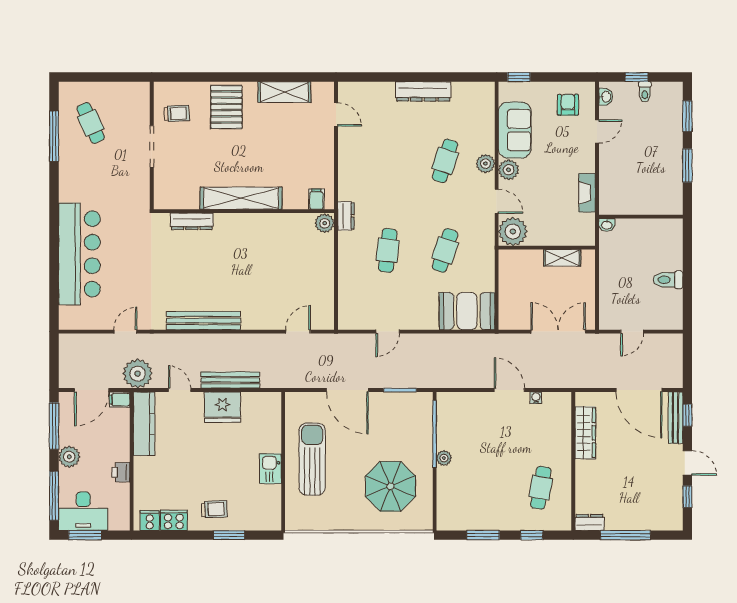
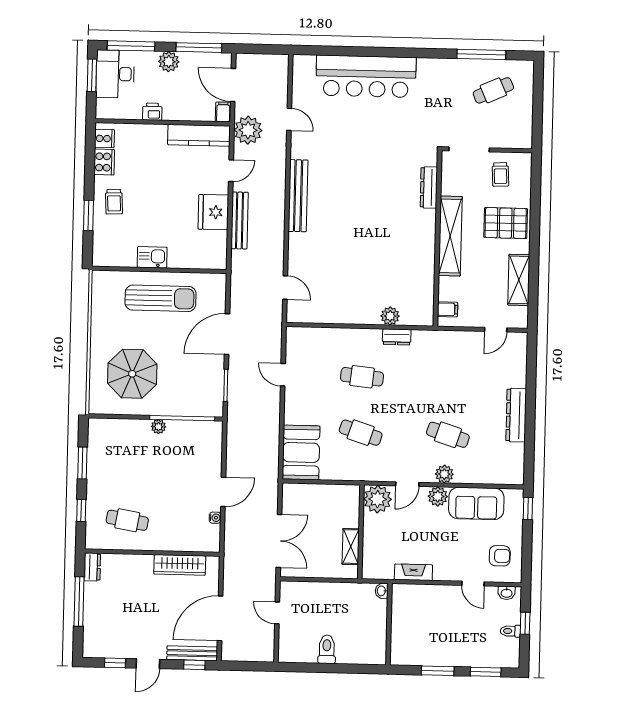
shelving: (241, 198) -> (450, 236), moved
filing cabinet: (316, 199) -> (447, 309), moved
wall: (244, 211) -> (438, 238), moved
dresser: (192, 221) -> (429, 187), moved

